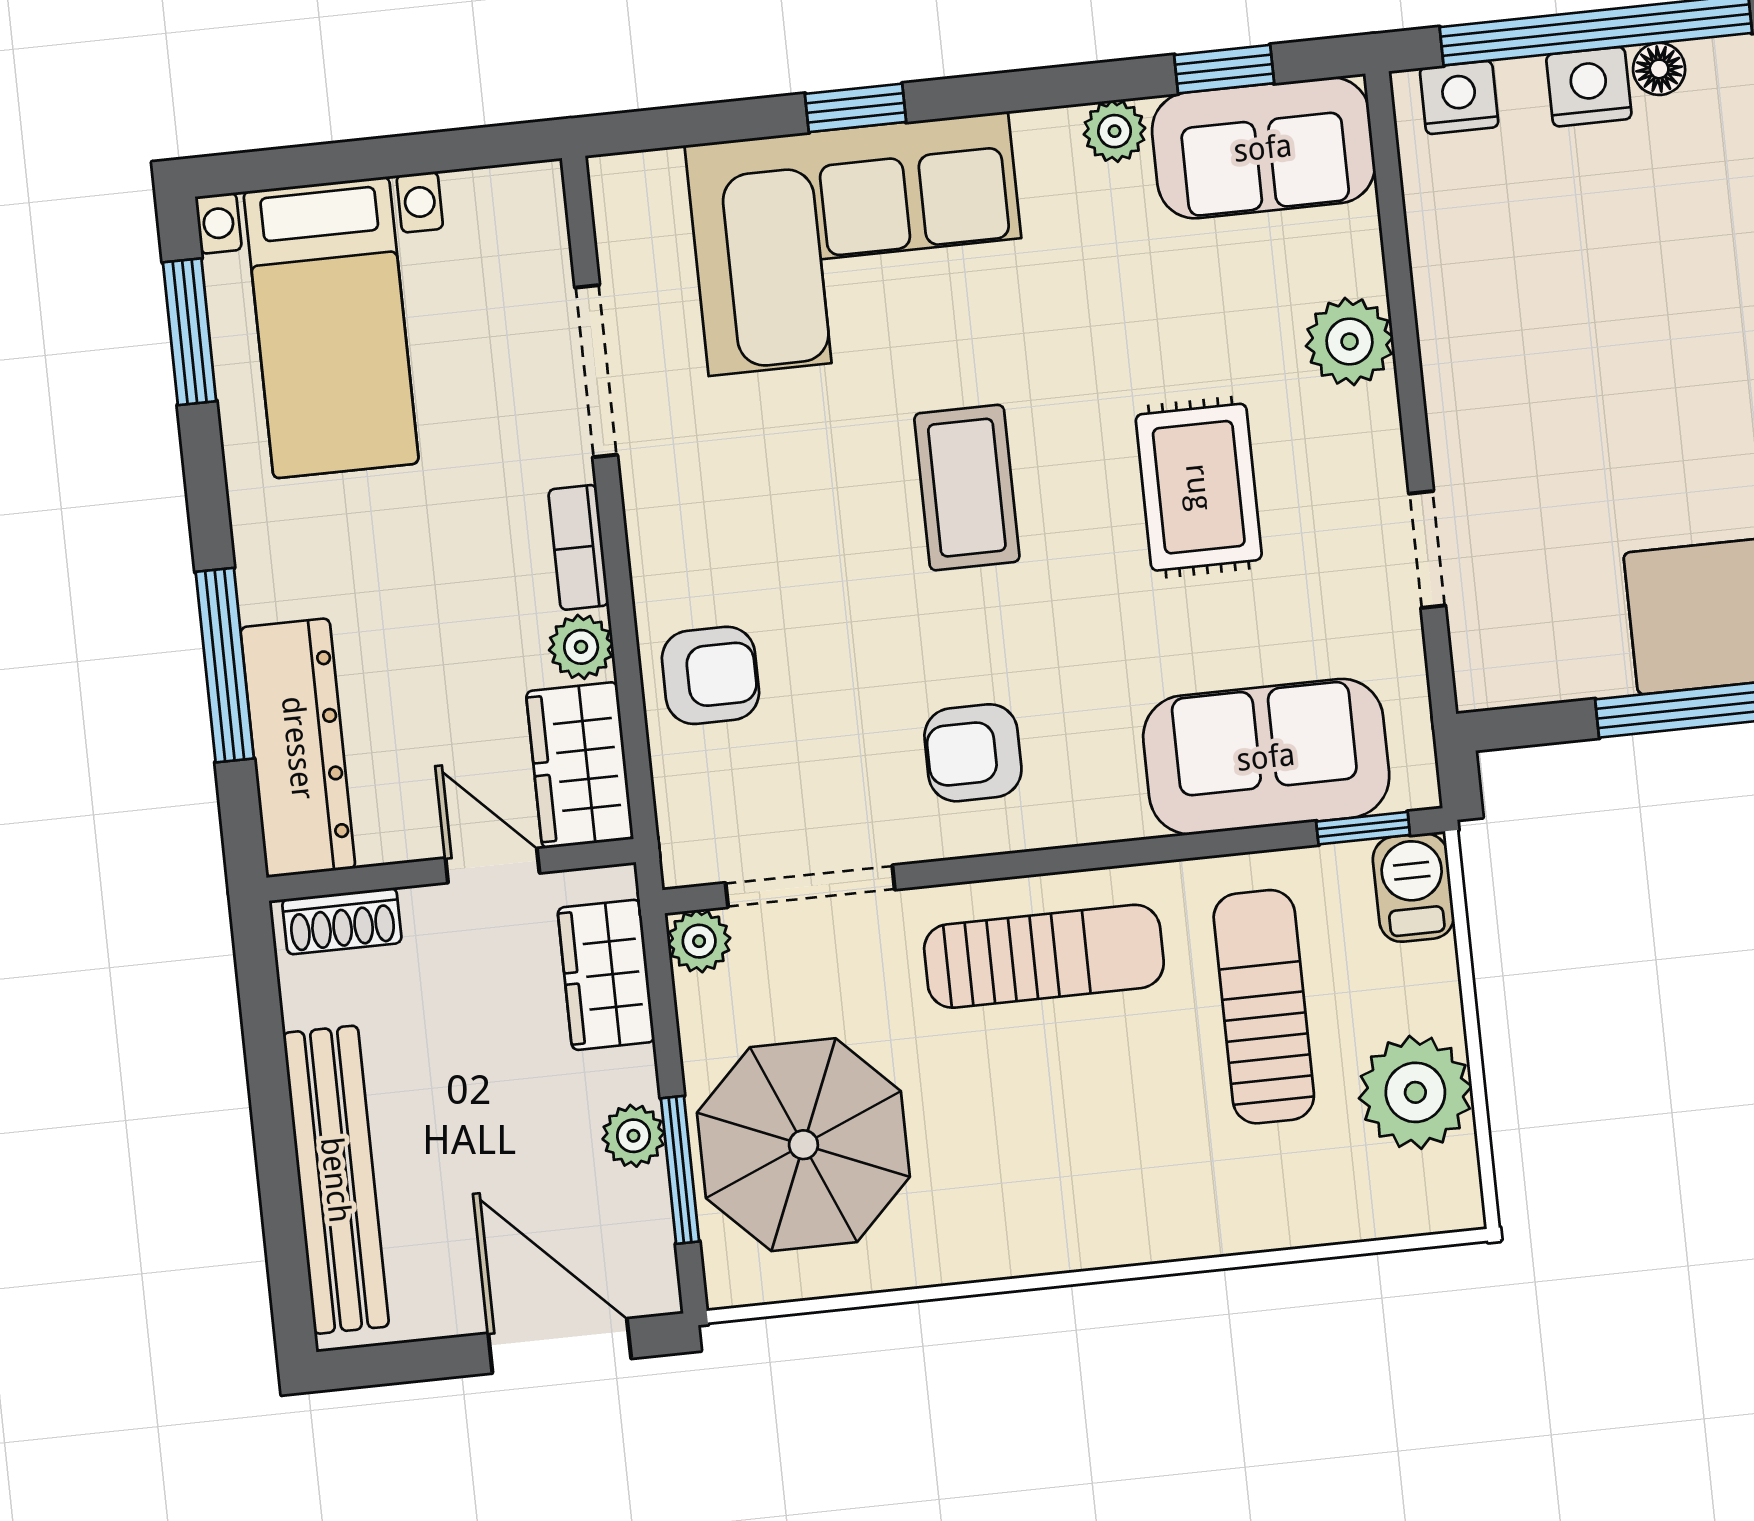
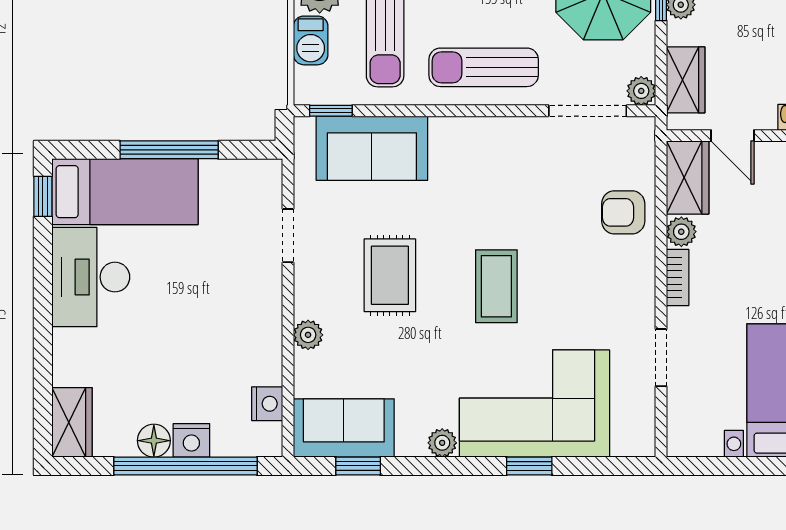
floor lamp: (1659, 69) -> (154, 441), width x1.37, depth x1.37
nightstand: (1459, 97) -> (267, 404), moved, turned -90
plant: (1115, 131) -> (442, 443), moved
plant: (1350, 341) -> (308, 335), width x0.73, depth x0.73
doorway: (596, 371) -> (661, 358), width x0.73
armchair: (973, 753) -> (506, 164), removed
barbecue: (1413, 888) -> (311, 40), moved

